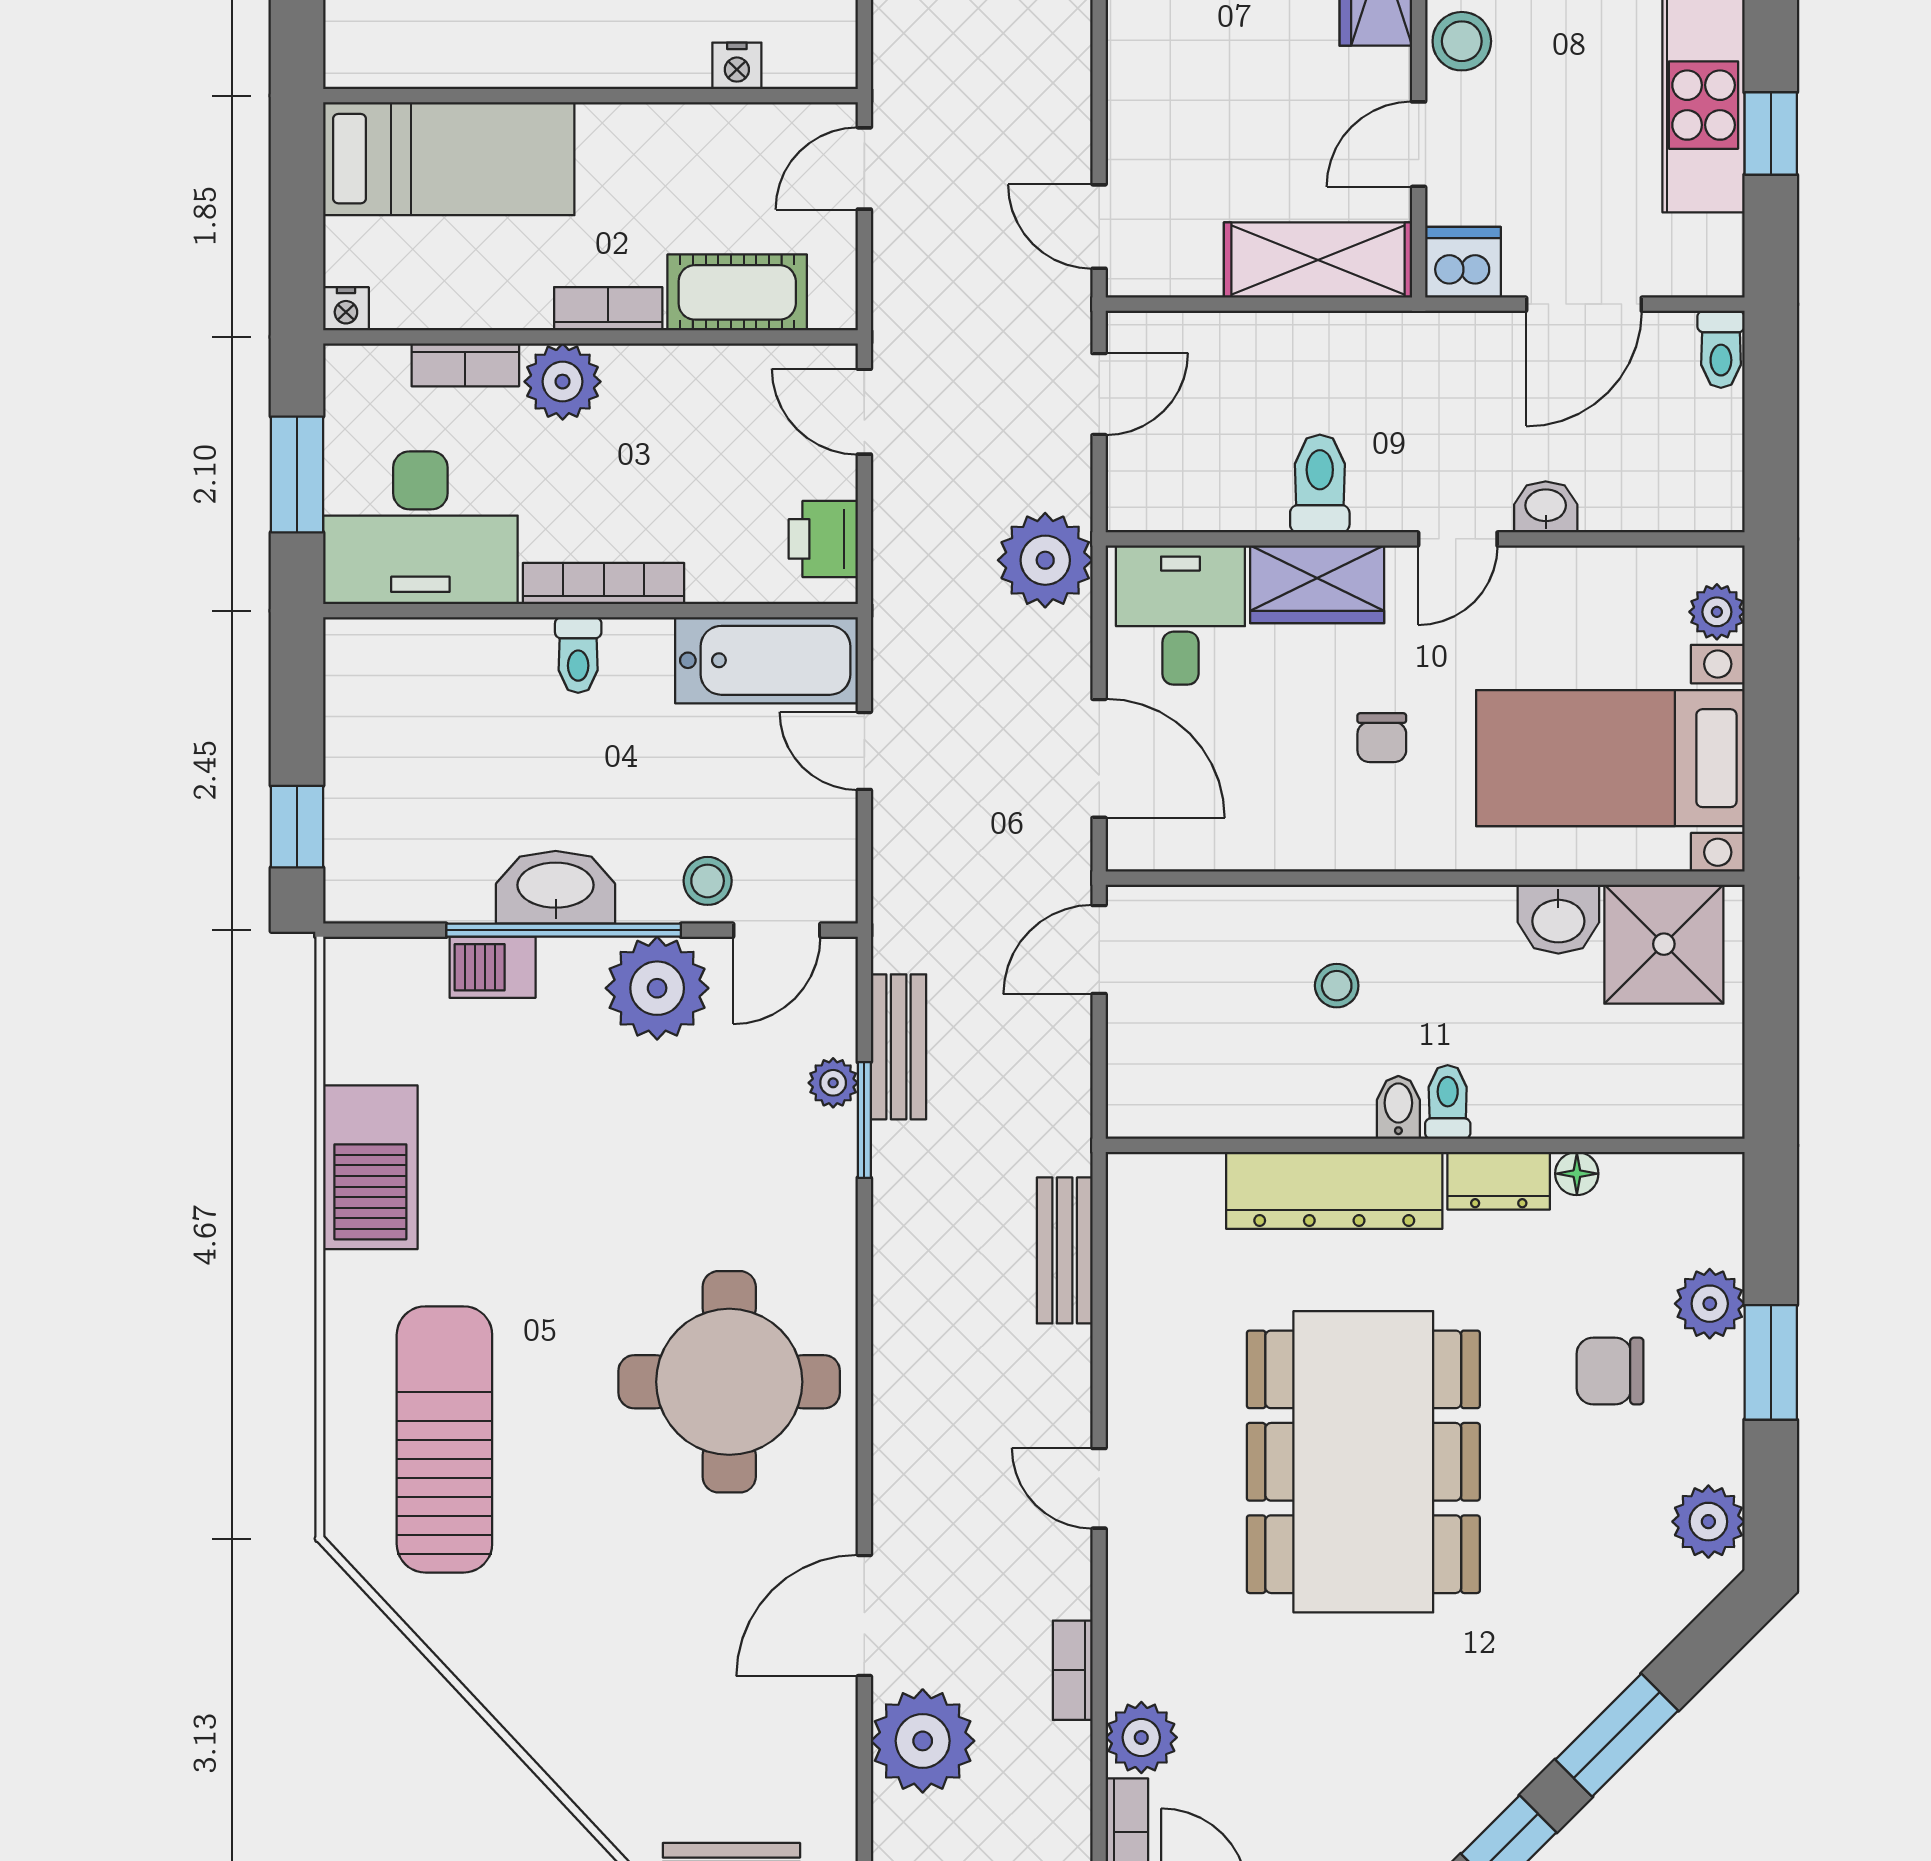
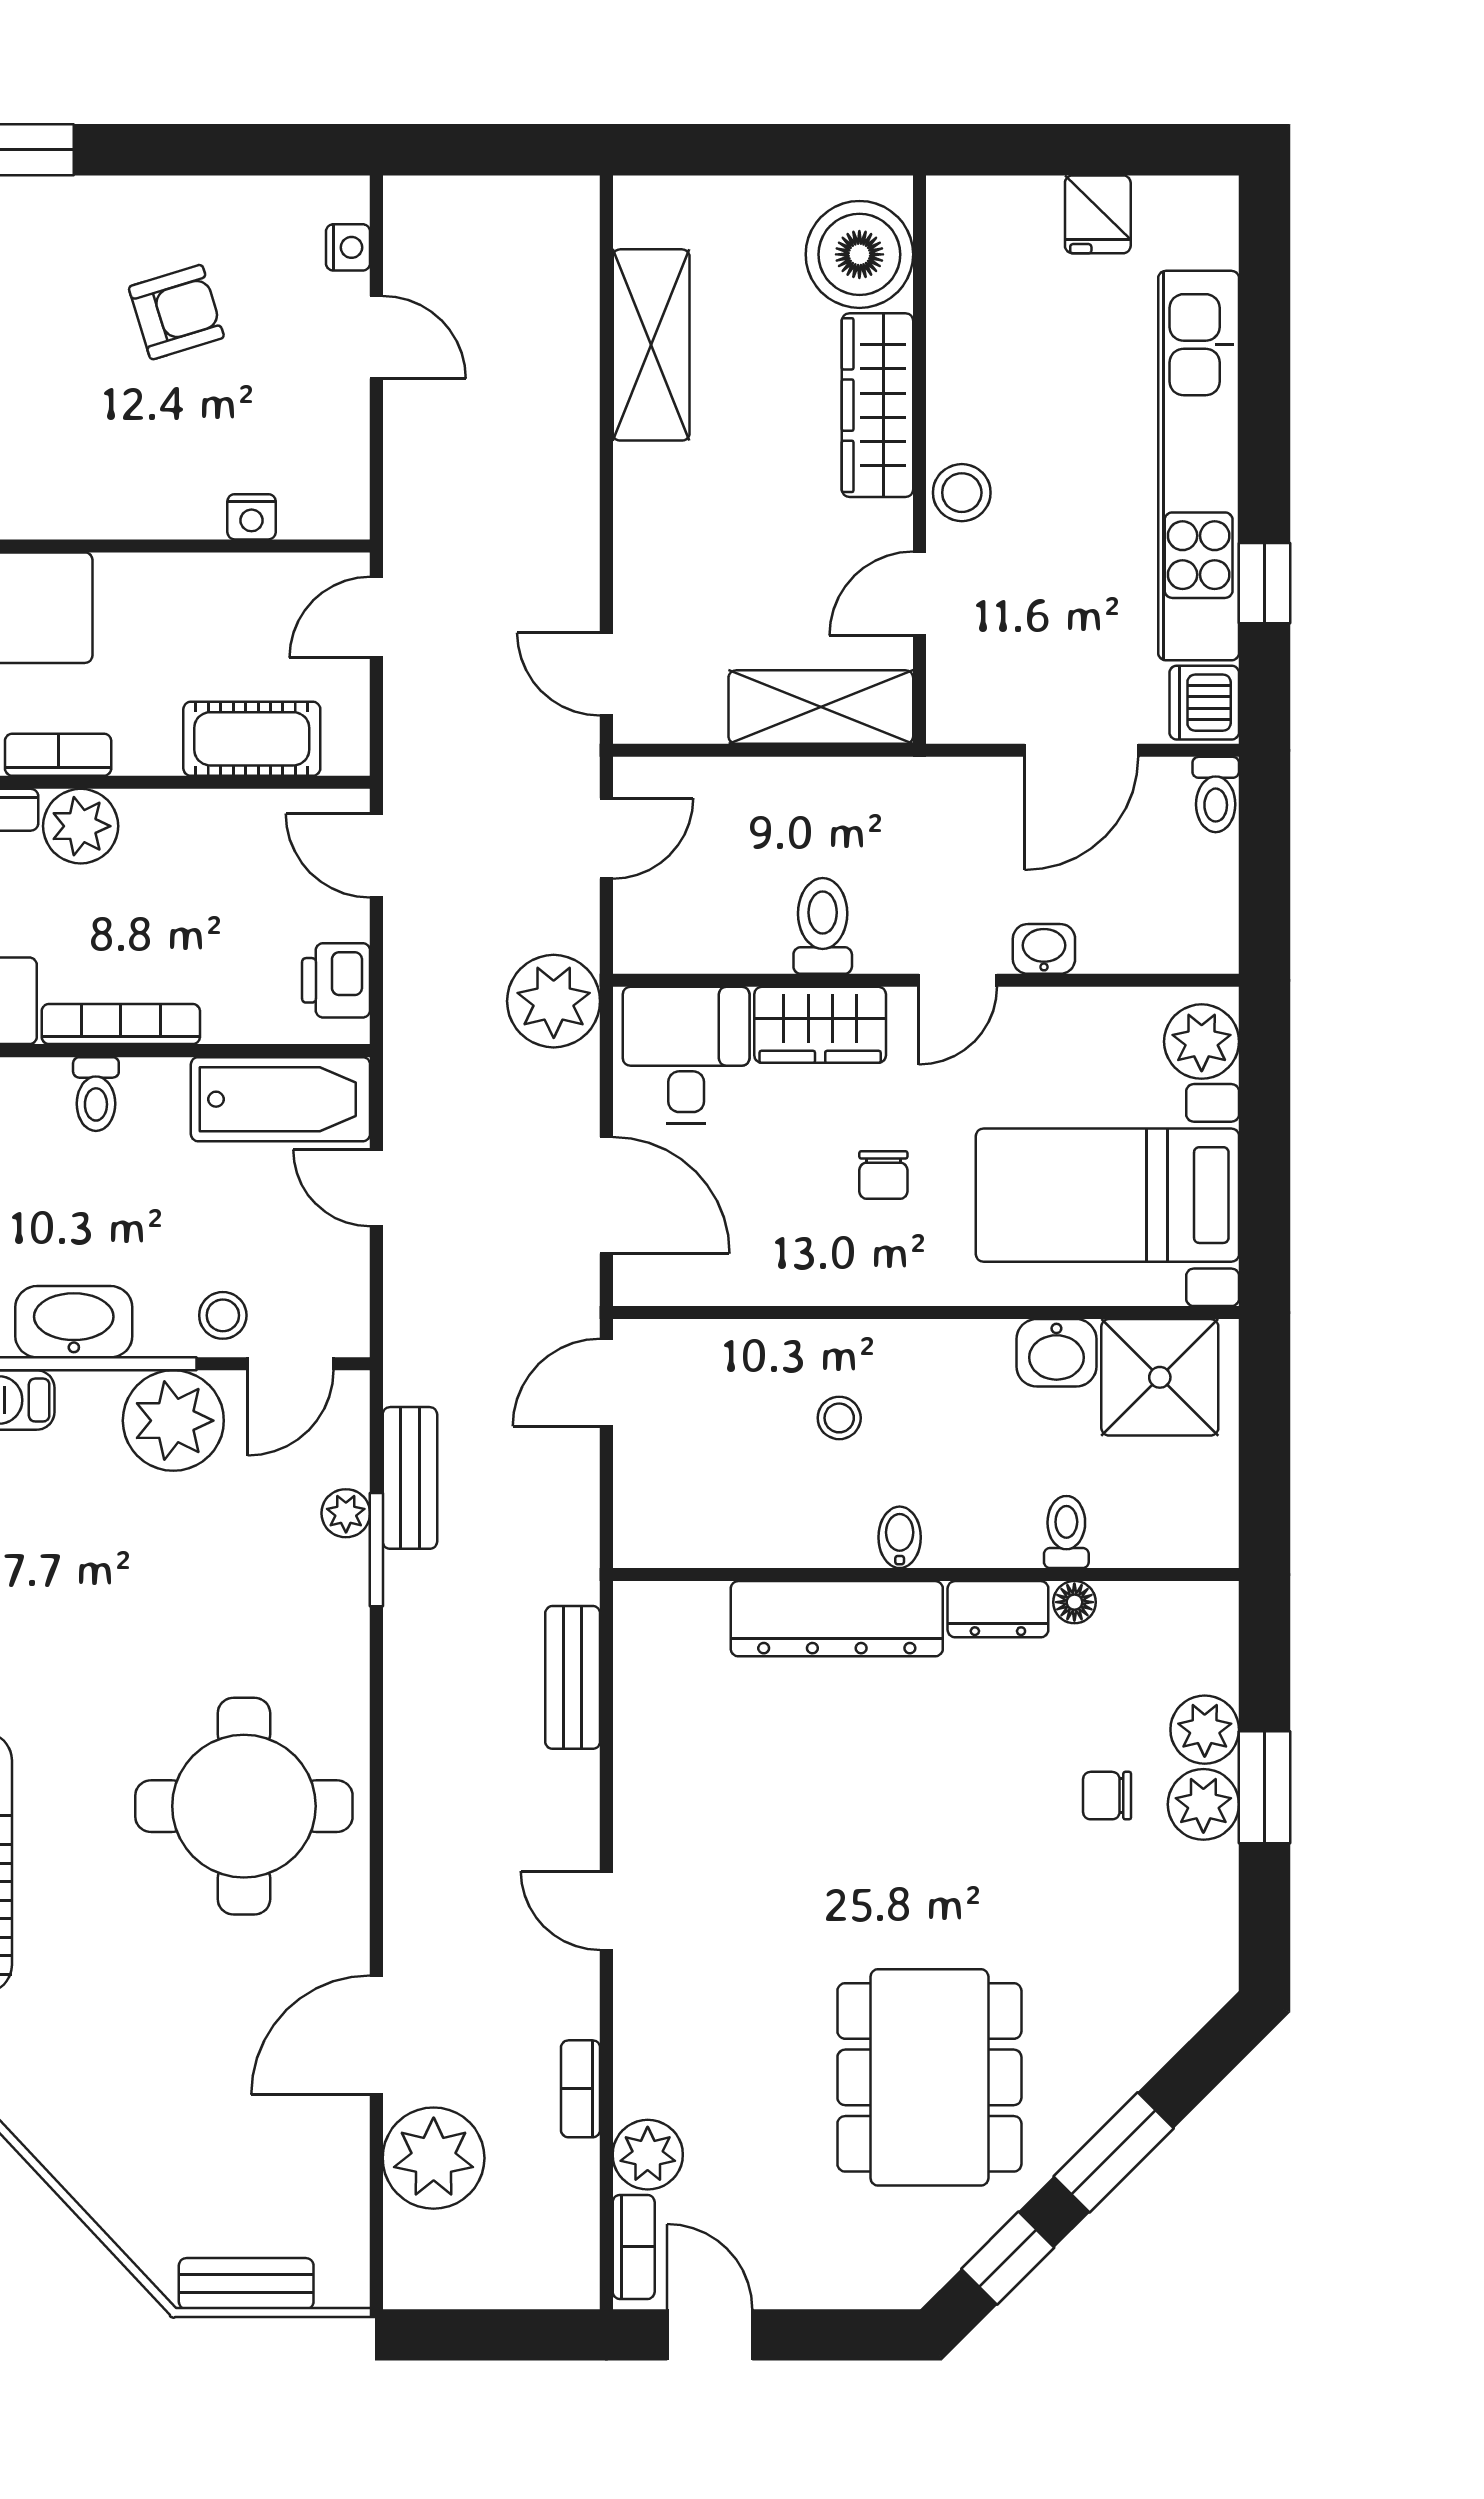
dishwasher: (1463, 262) -> (1204, 703), moved, turned -90
bookcase: (608, 309) -> (58, 755), moved
plant: (1717, 612) -> (1202, 1042), width x1.38, depth x1.38
toilet: (1448, 1102) -> (1066, 1532), moved
chair: (1610, 1371) -> (1107, 1796), width x0.73, depth x0.73
dining table: (1363, 1462) -> (929, 2077), moved, width x0.73, depth x0.80
plant: (1708, 1522) -> (1203, 1804), moved

